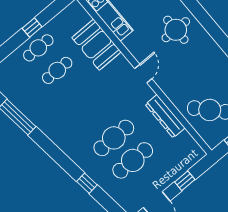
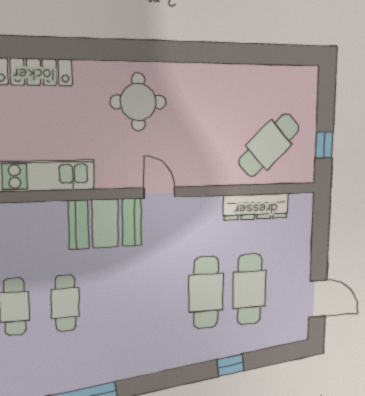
booth: (96, 45) -> (105, 223), moved
dresser: (165, 116) -> (256, 207), moved
window: (185, 181) -> (320, 244), removed

